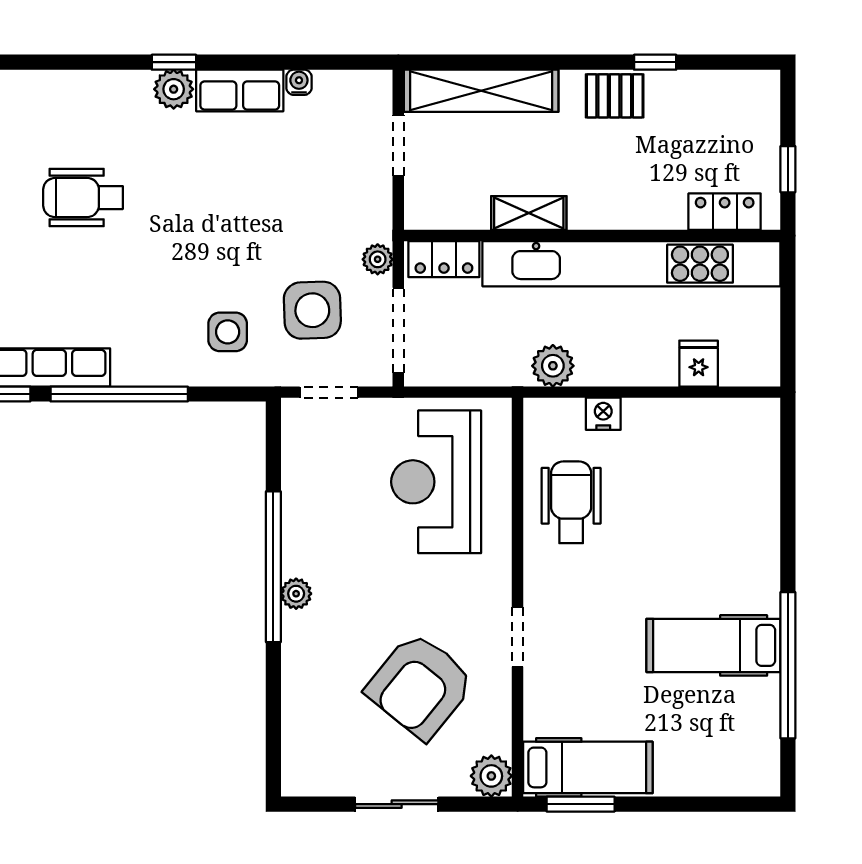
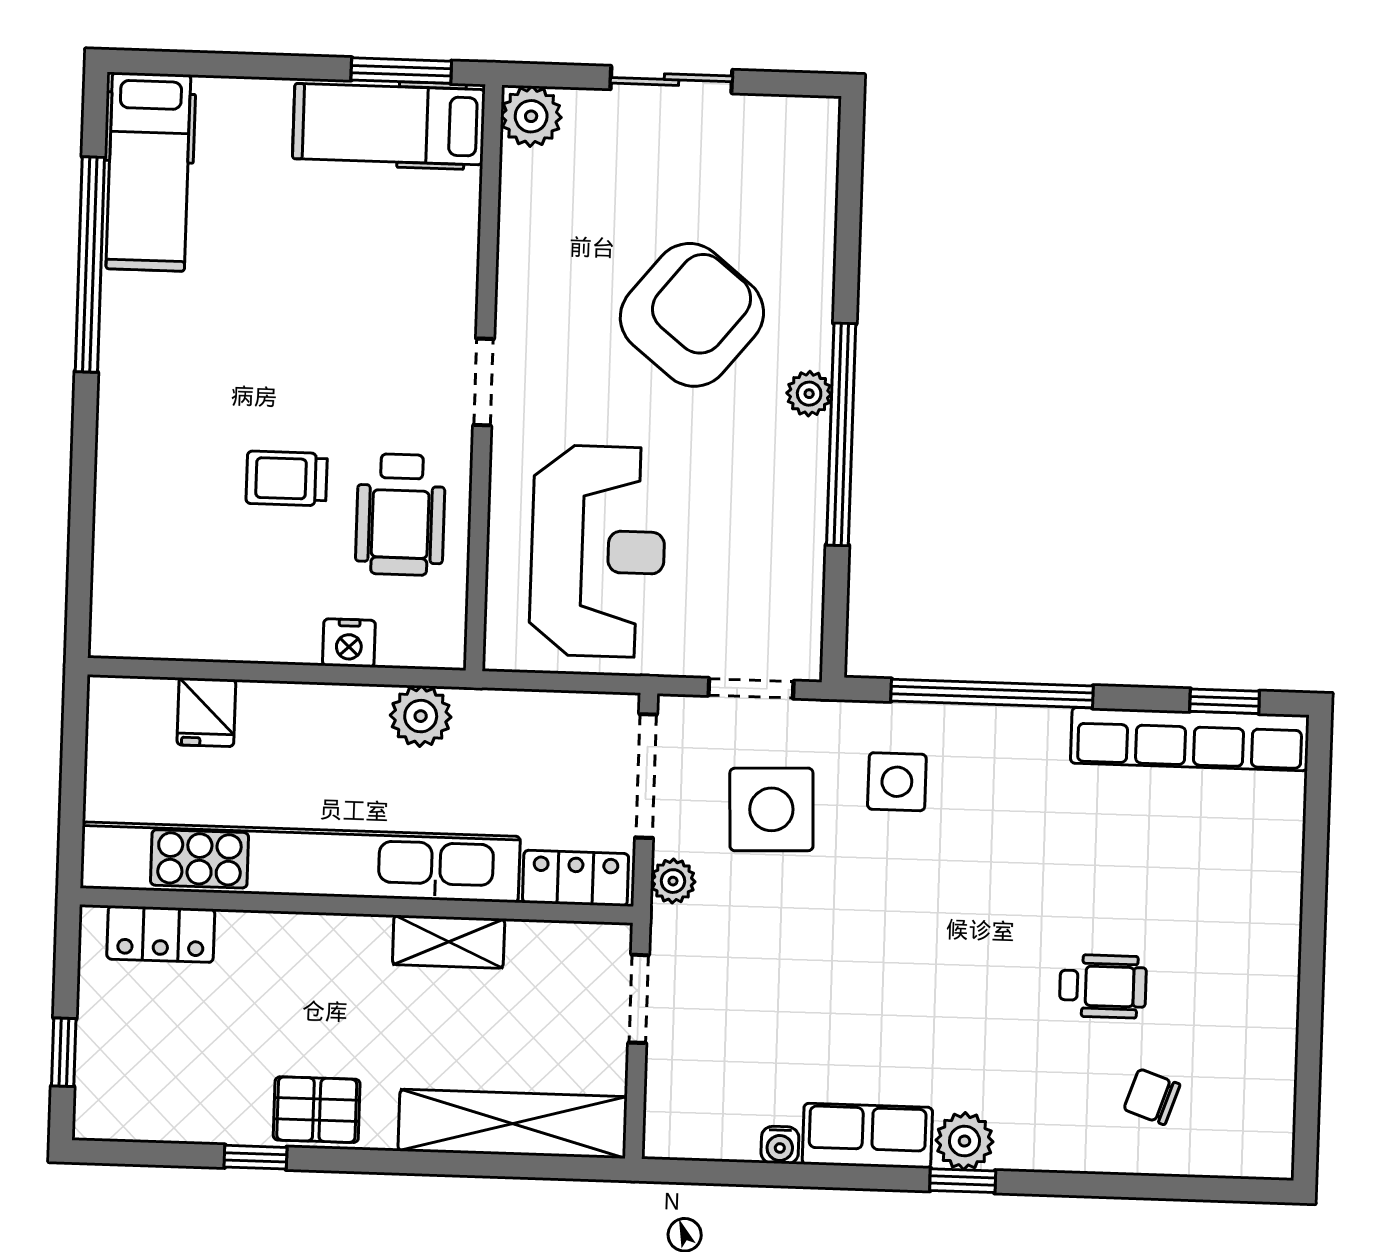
chair: (47, 123) -> (1152, 1097), added
doorway: (398, 146) -> (639, 999), moved
window: (788, 169) -> (64, 1052), moved
wheelchair: (83, 198) -> (1103, 986), width x0.73, depth x0.73
window: (119, 394) -> (992, 693), moved
trolley: (649, 524) -> (287, 478), added
doorway: (518, 637) -> (484, 382), moved
hospital bed: (713, 645) -> (148, 172), moved, turned 90
armchair: (420, 686) -> (692, 315), moved

